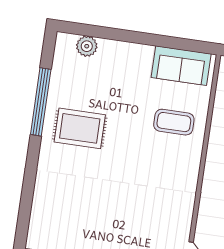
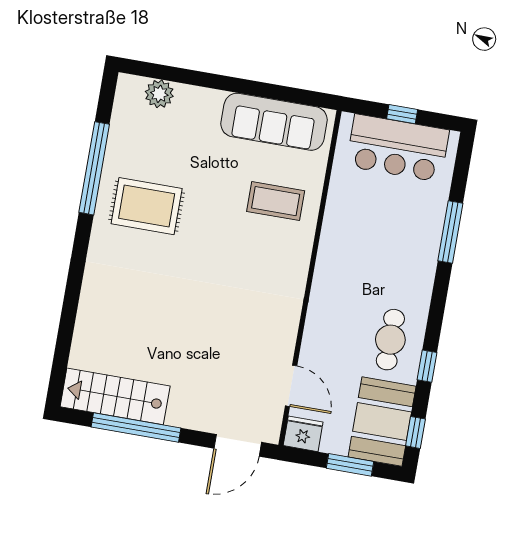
sofa: (181, 66) -> (274, 122), width x1.36

